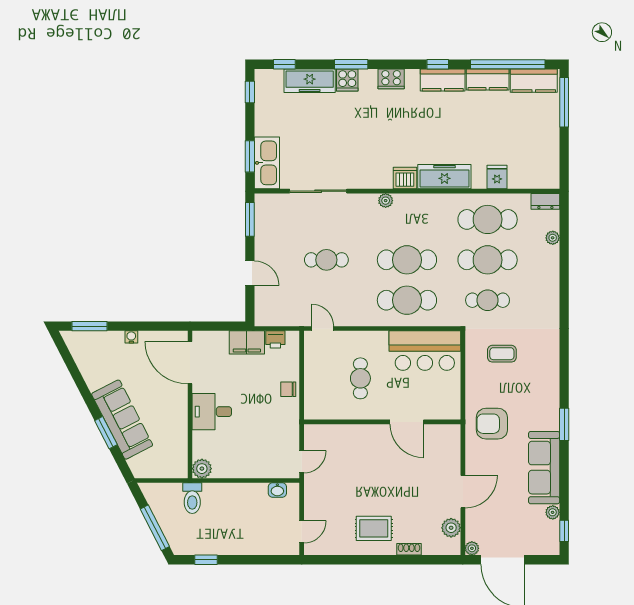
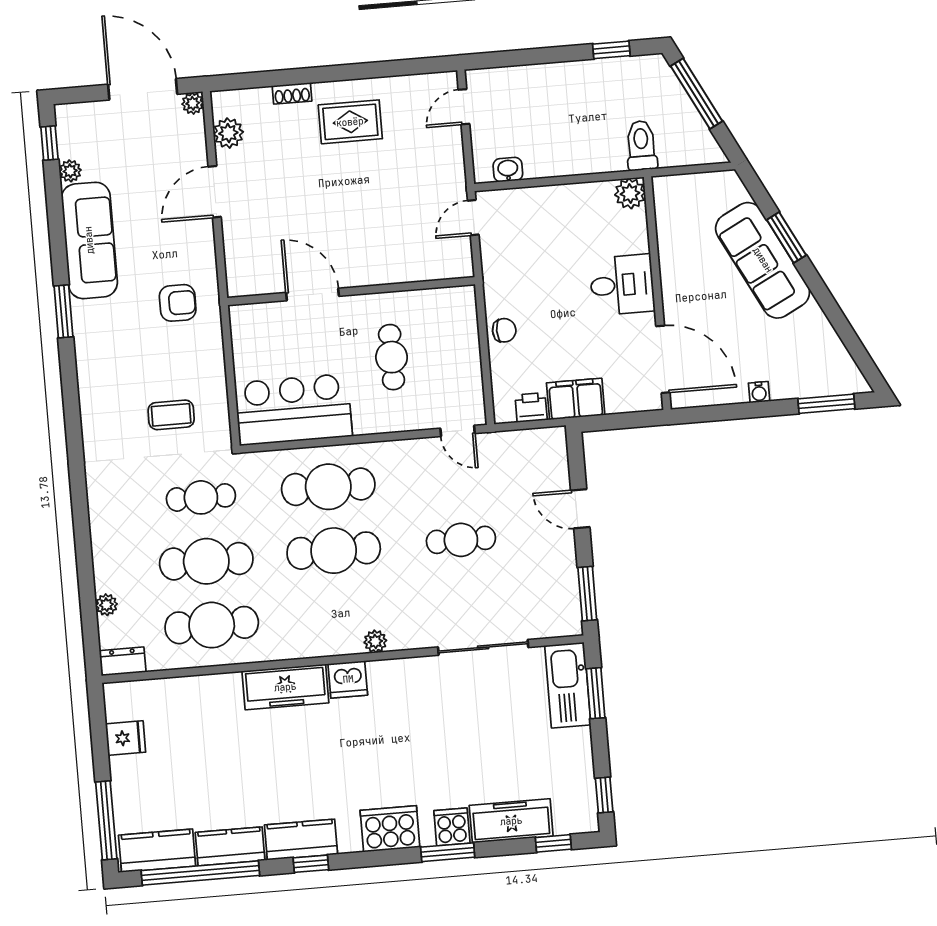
cooker: (391, 79) -> (390, 829), width x1.37, depth x1.31
fridge: (497, 177) -> (126, 738), moved, turned -90
armchair: (492, 424) -> (178, 303), width x0.72, depth x0.72

